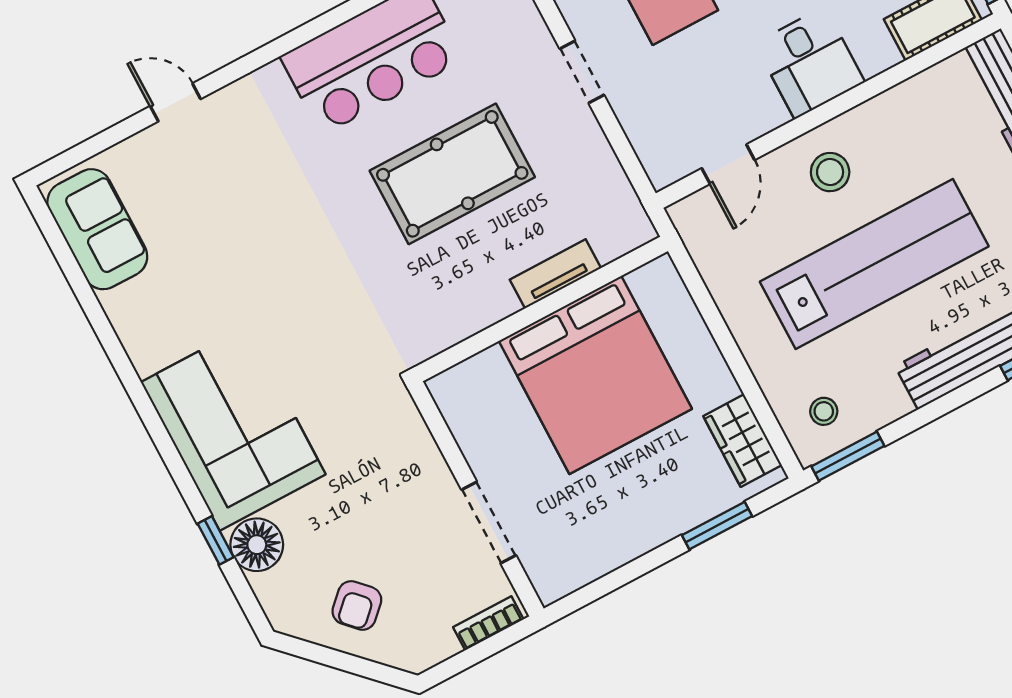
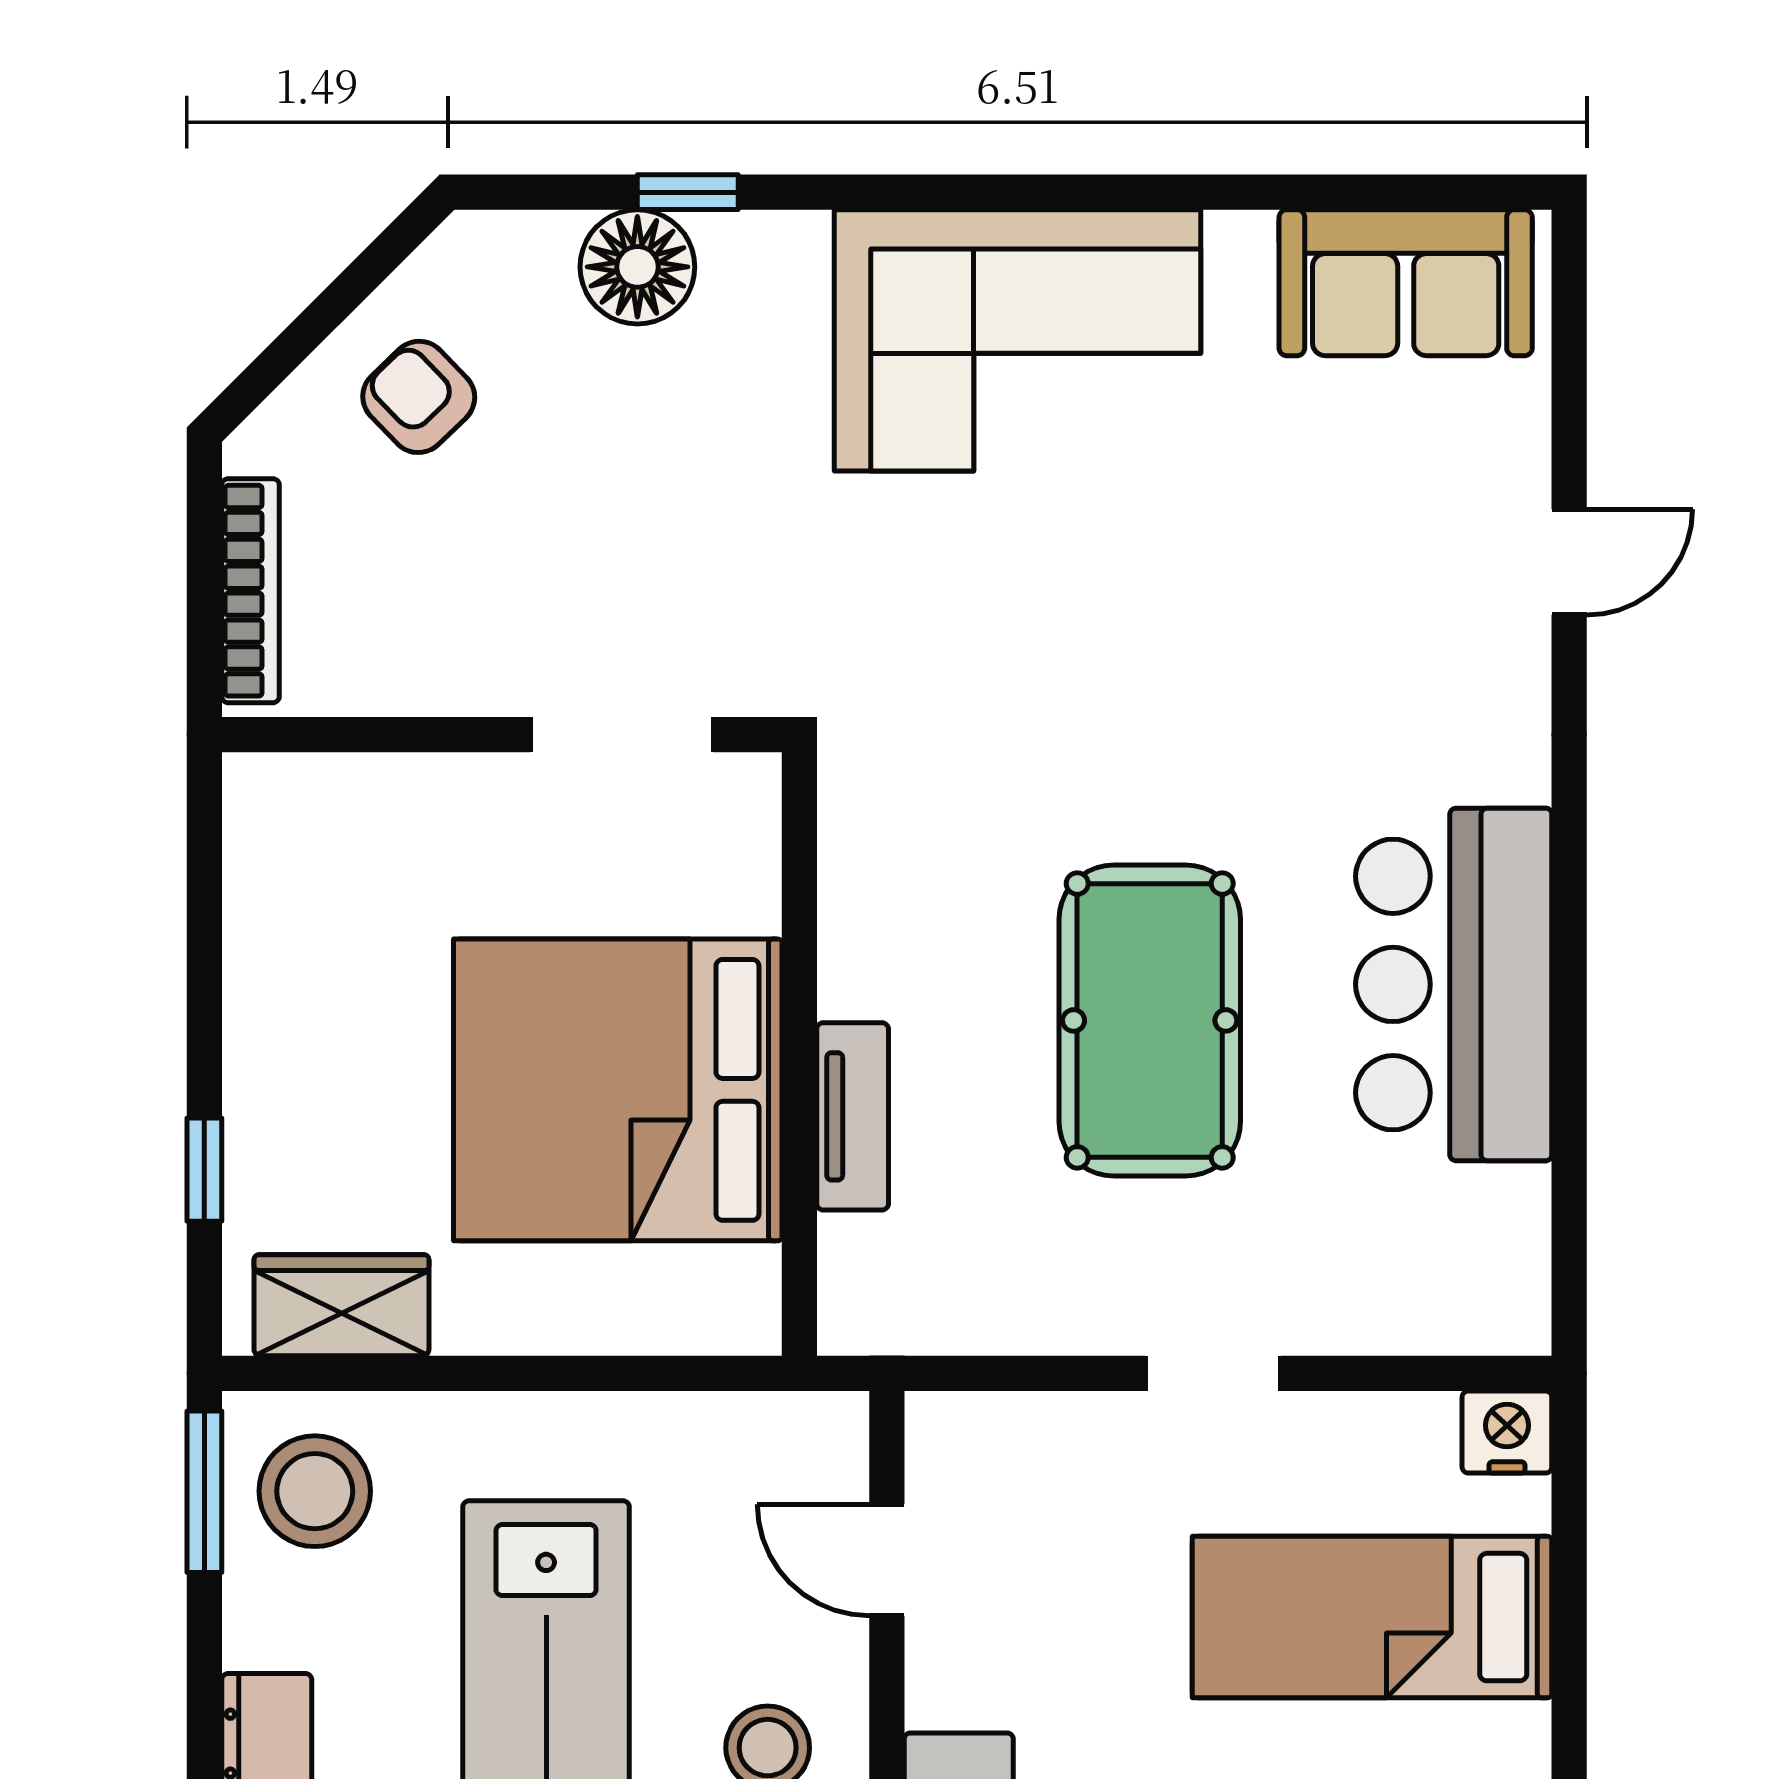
stool: (824, 411) -> (315, 1491), width x1.89, depth x1.89
corner sofa: (233, 428) -> (1017, 340), moved
doorway: (489, 522) -> (622, 735), moved
window: (717, 526) -> (204, 1170), width x0.67
bookcase: (488, 623) -> (251, 591), width x1.56

